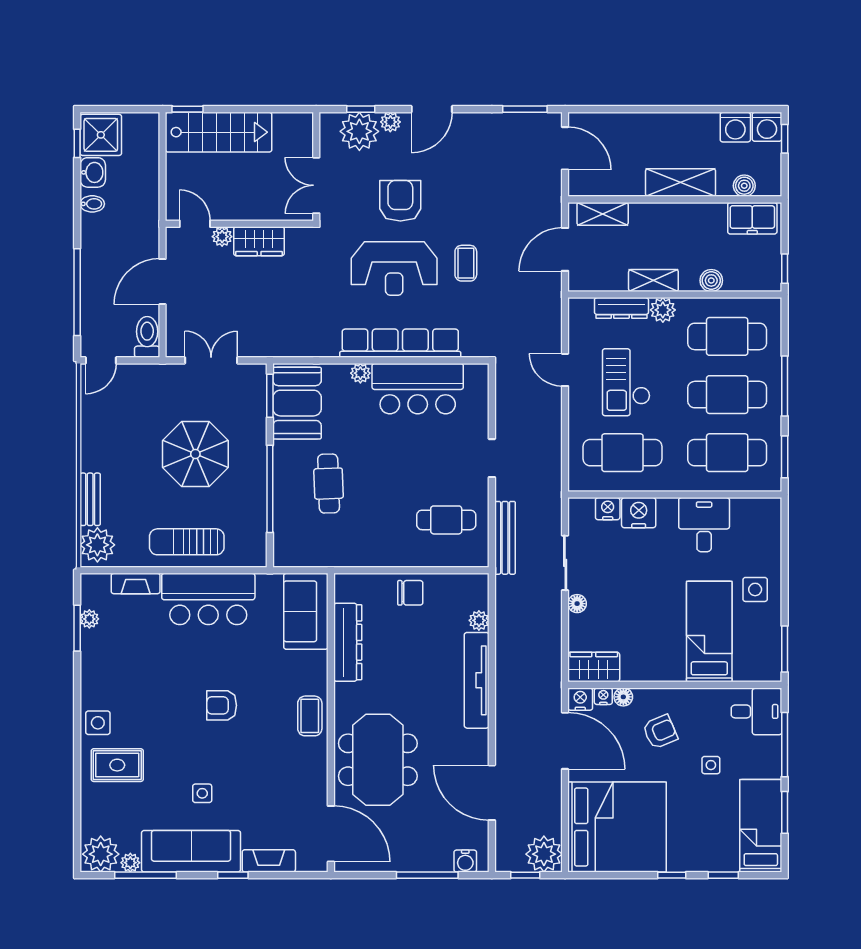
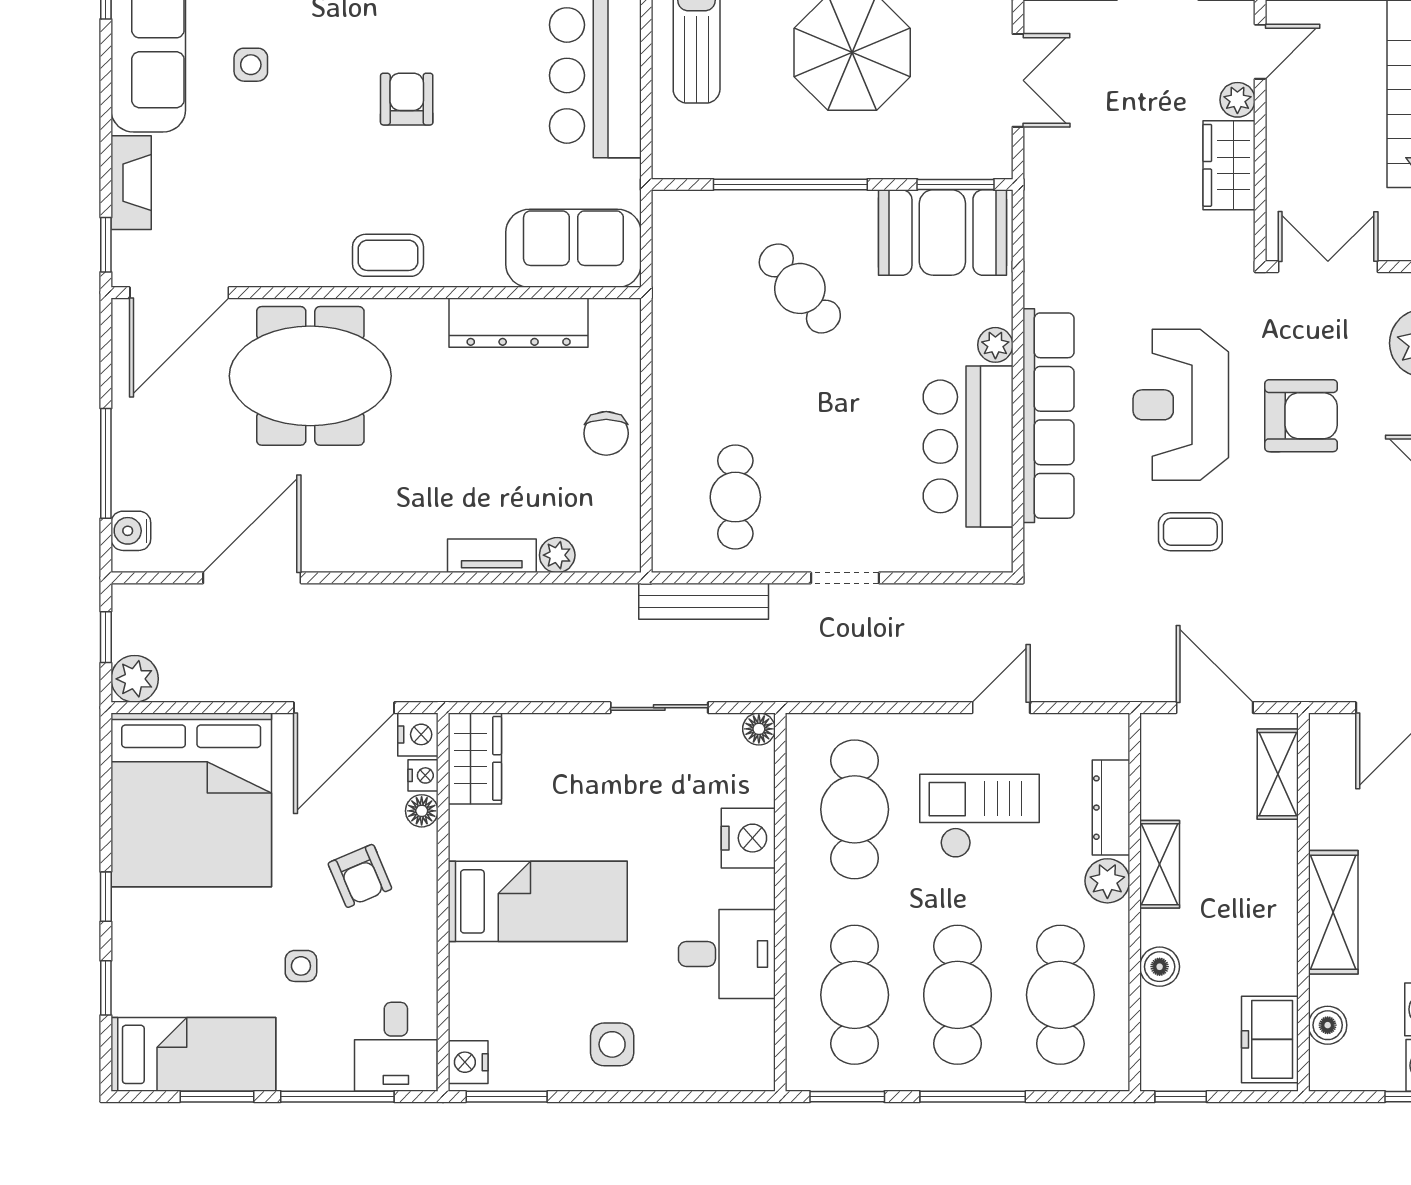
cafe table: (329, 484) -> (800, 288), turned 52
nightstand: (608, 509) -> (468, 1062), moved, turned 180
floor lamp: (577, 604) -> (759, 729), moved
bed: (709, 631) -> (538, 901), moved
tv unit: (477, 680) -> (492, 556), width x0.52, depth x0.78
plant: (544, 854) -> (135, 679), width x0.73, depth x0.73
window: (233, 875) -> (106, 245), moved

